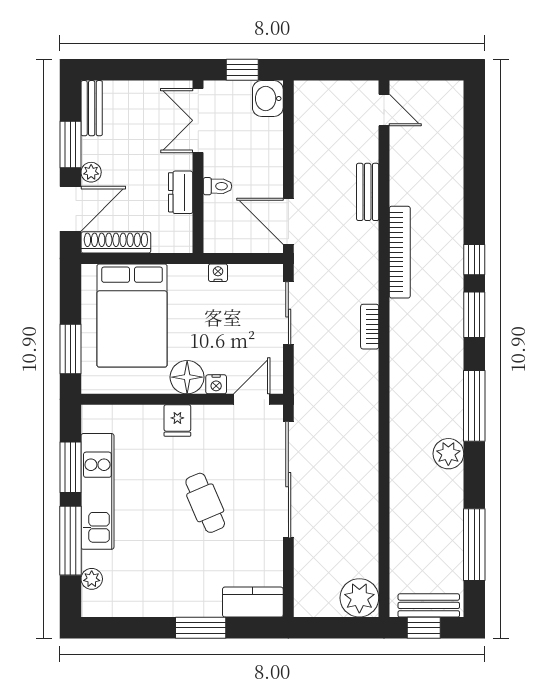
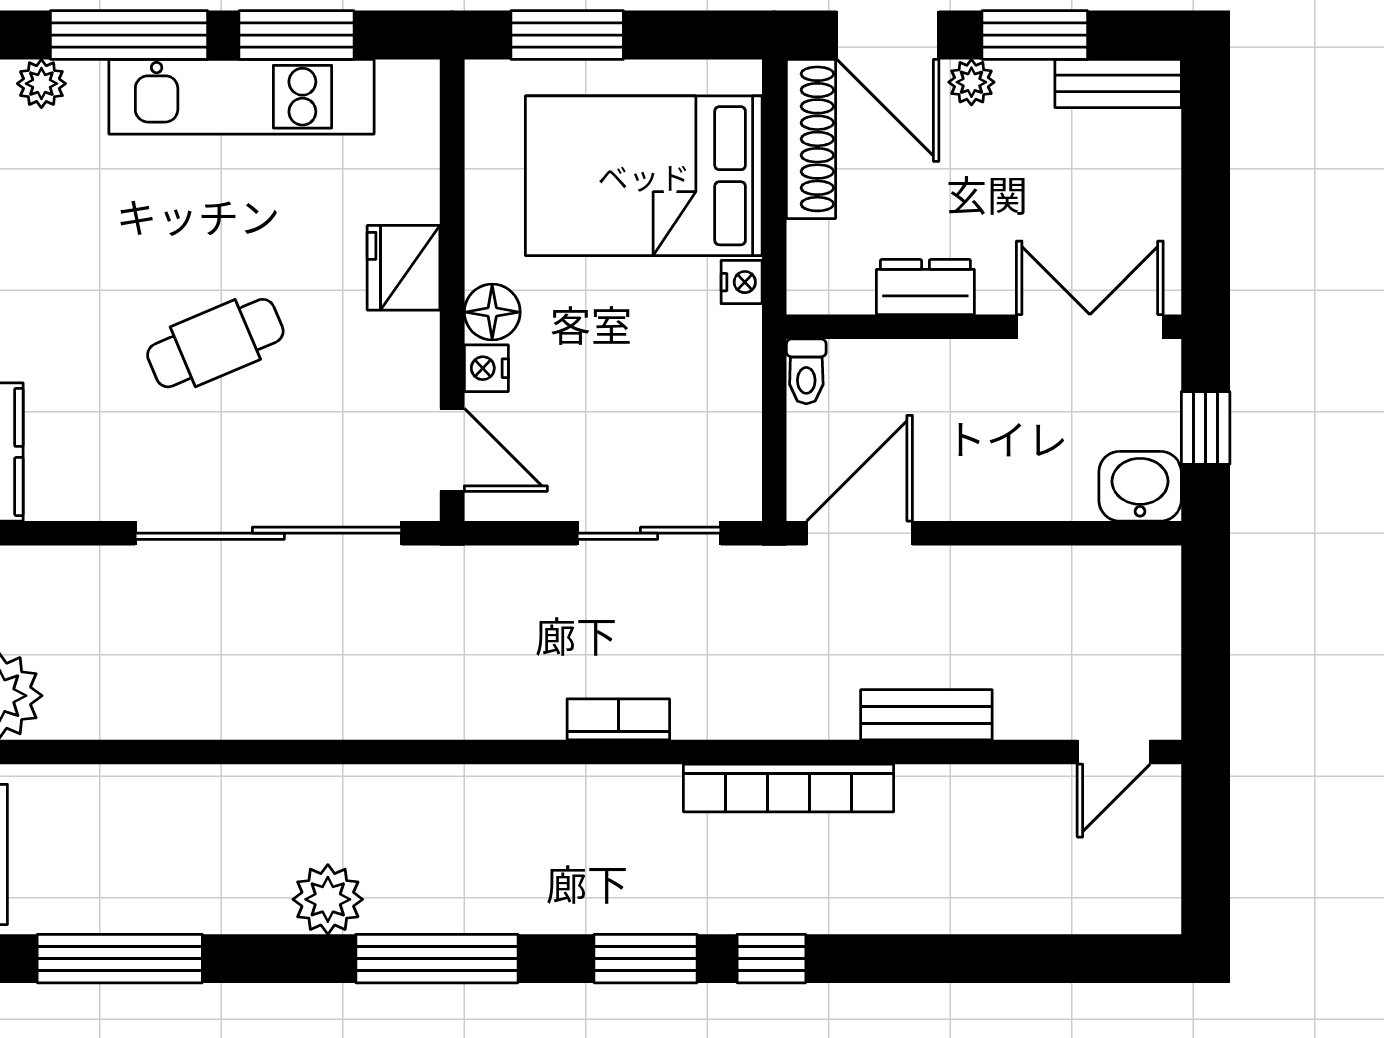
toilet: (218, 186) -> (806, 371), moved
nightstand: (218, 273) -> (742, 282), moved
floor lamp: (187, 377) -> (492, 312), width x0.73, depth x0.73
fridge: (177, 421) -> (404, 268), width x1.38

